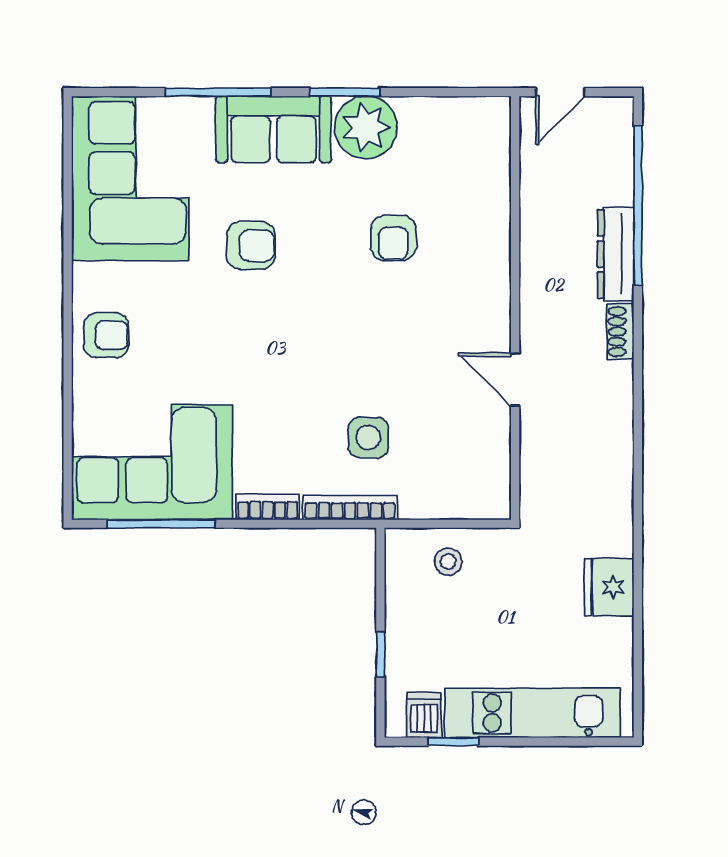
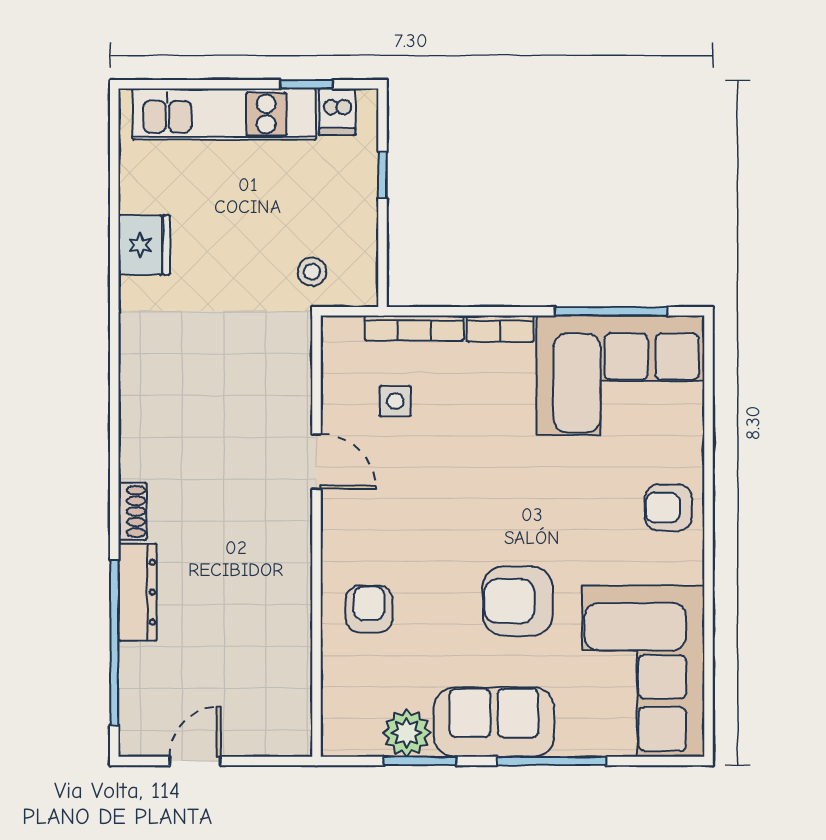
plant: (366, 127) -> (407, 733), width x0.73, depth x0.73
armchair: (251, 246) -> (518, 601), width x1.38, depth x1.38
wall: (515, 308) -> (317, 536), moved
door: (515, 379) -> (317, 462), moved
side table: (368, 437) -> (395, 401), width x0.73, depth x0.73

